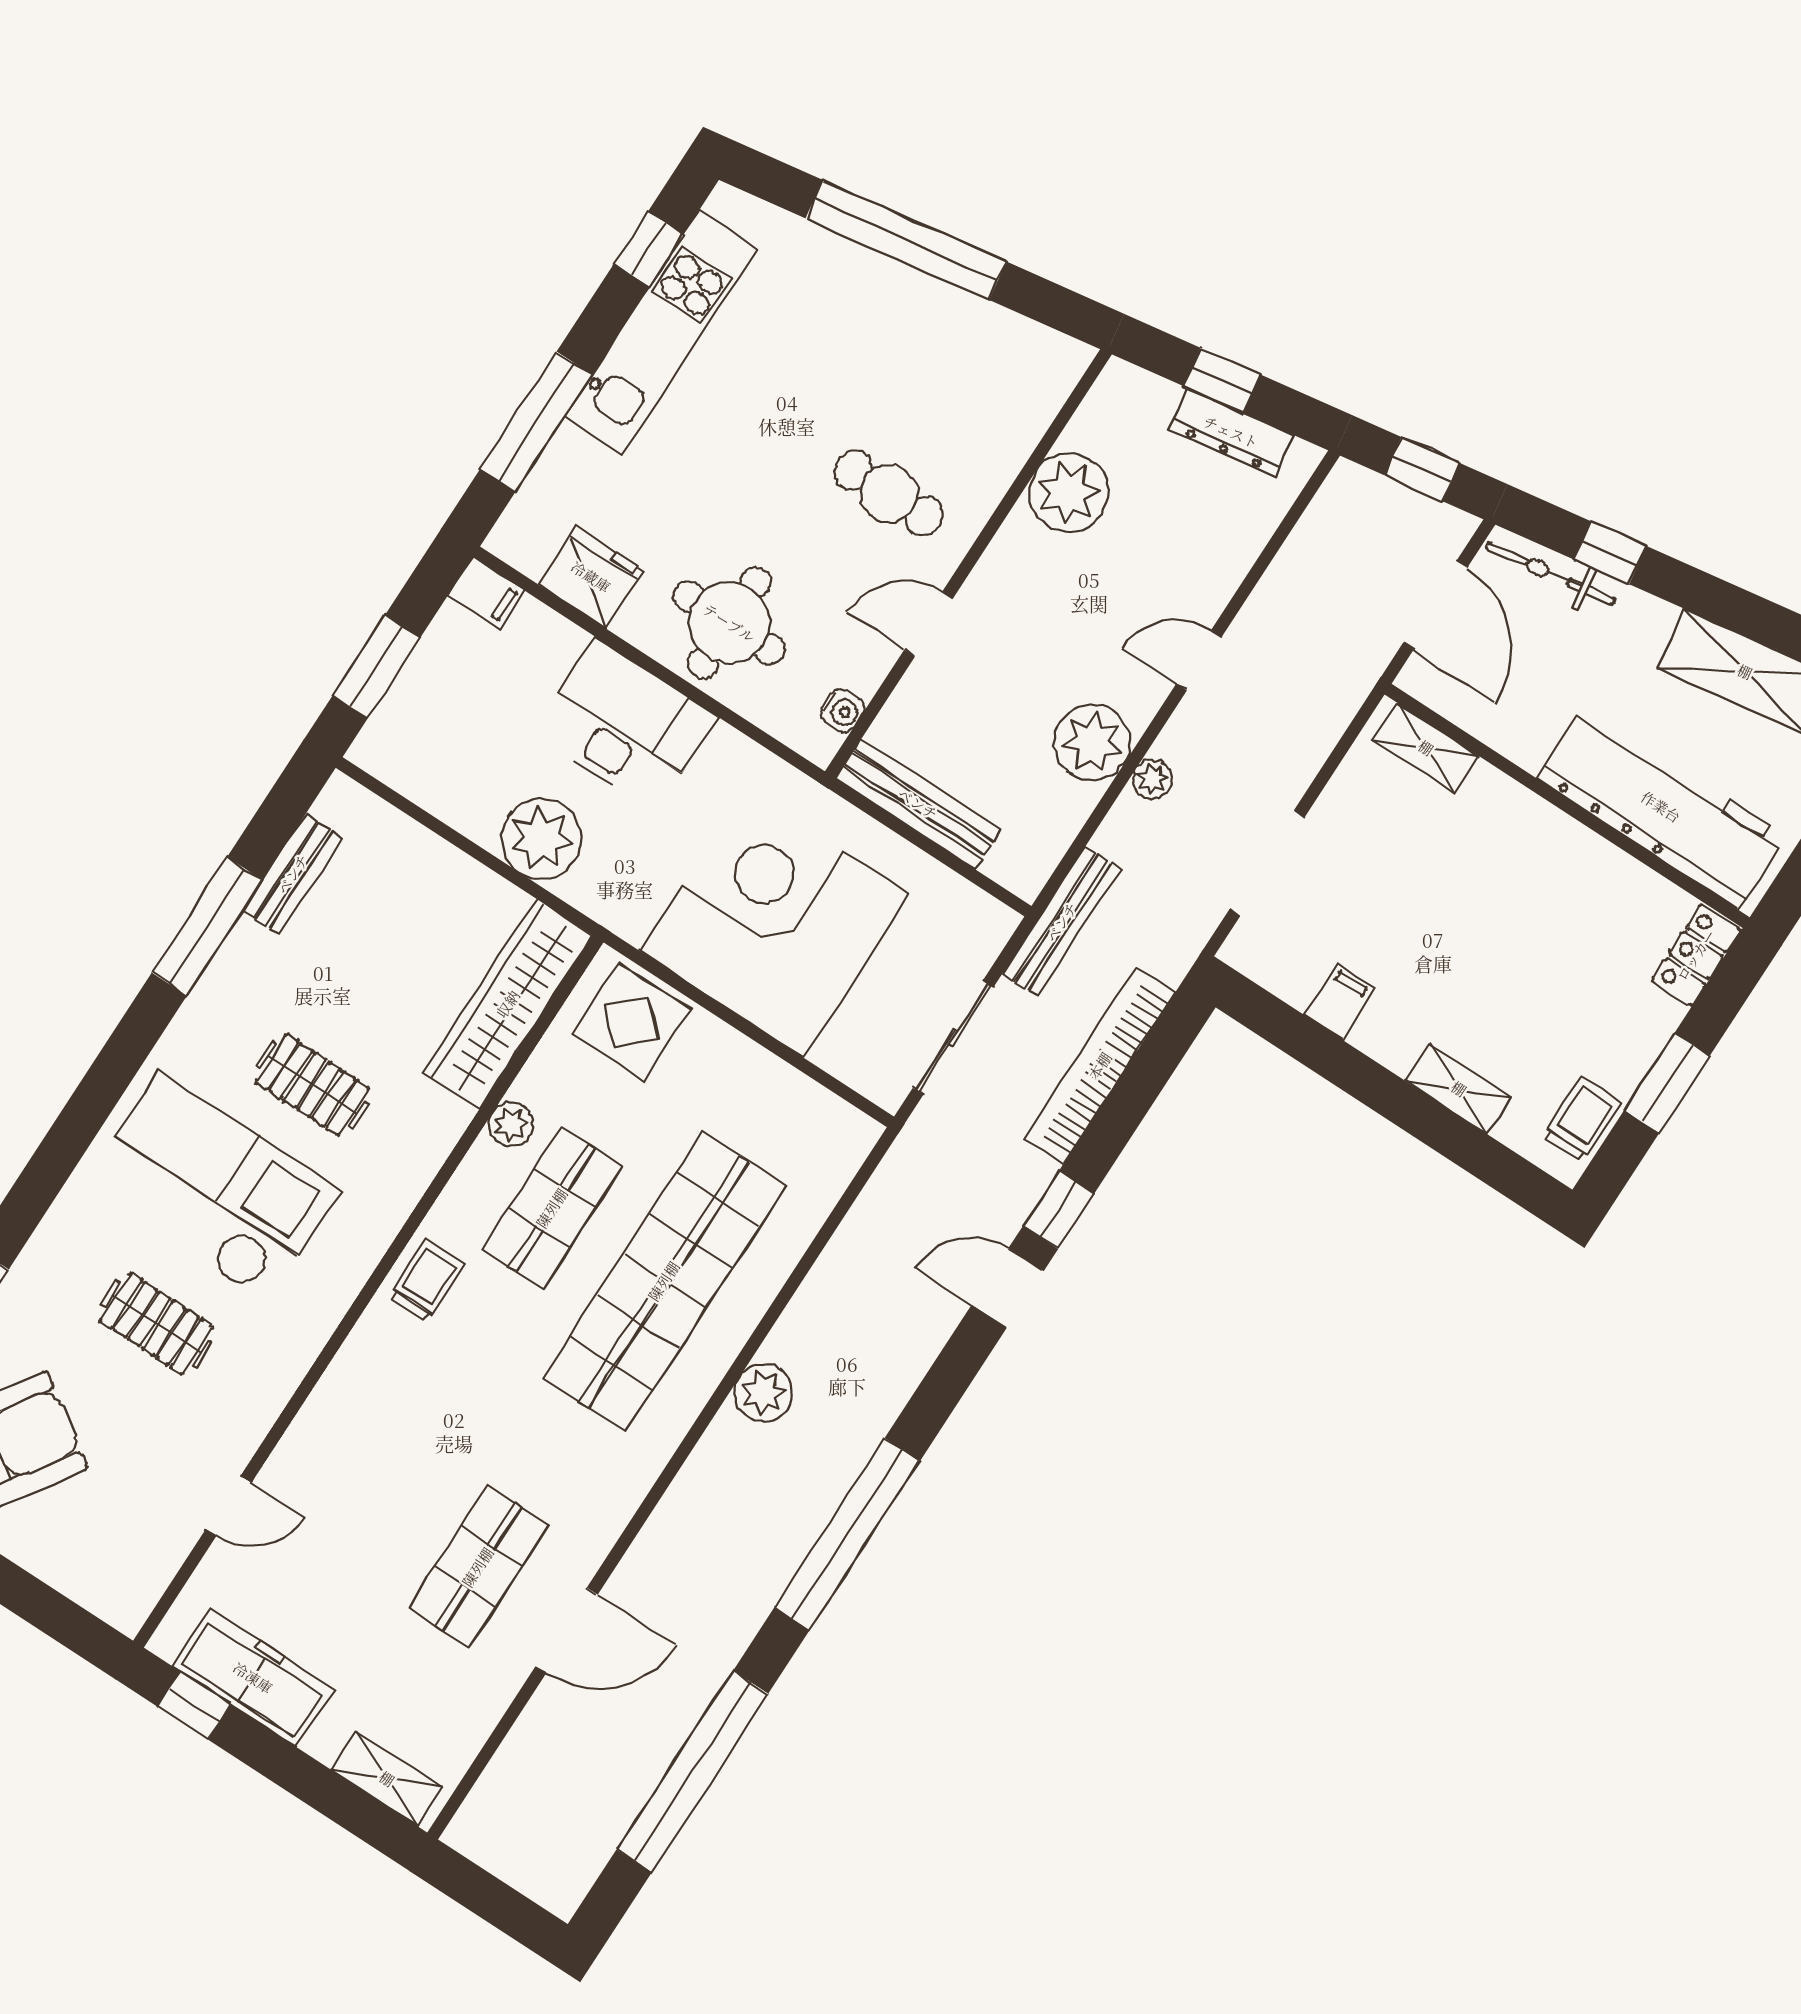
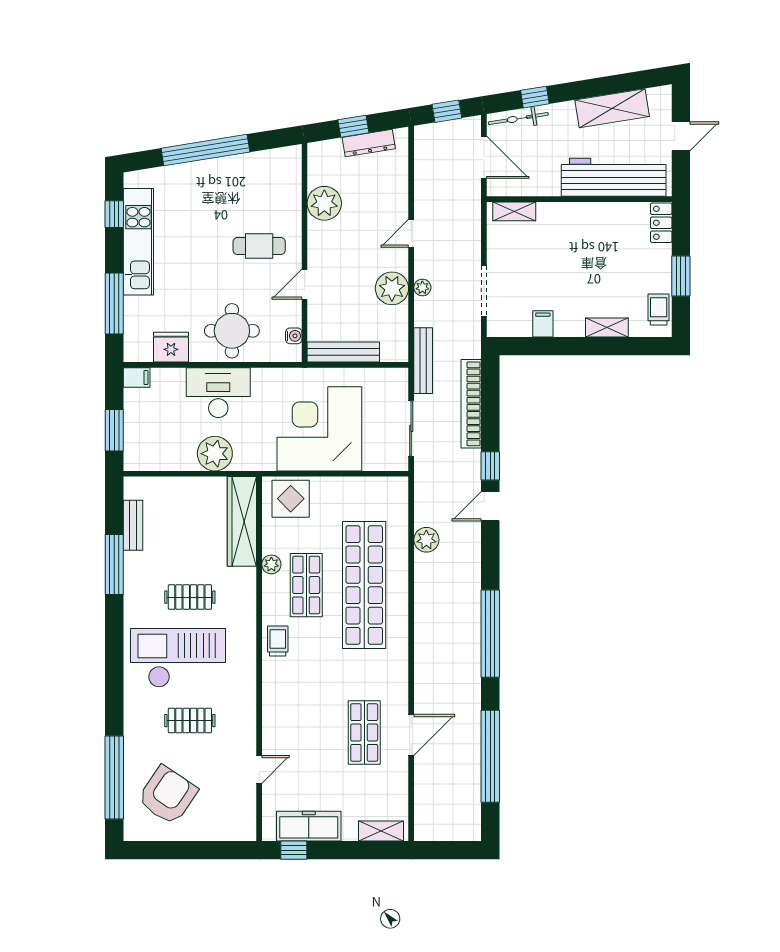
plant: (763, 1393) -> (426, 540), moved

